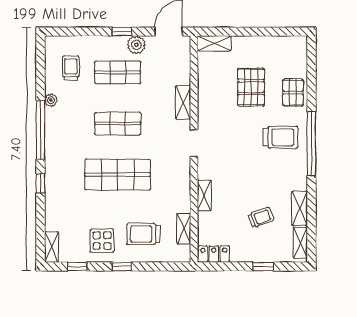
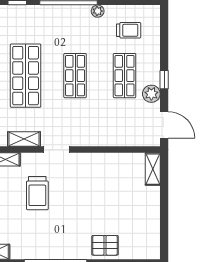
pallet: (251, 87) -> (110, 205), removed
shelving: (183, 102) -> (24, 139), moved
trolley: (281, 137) -> (37, 193), moved

